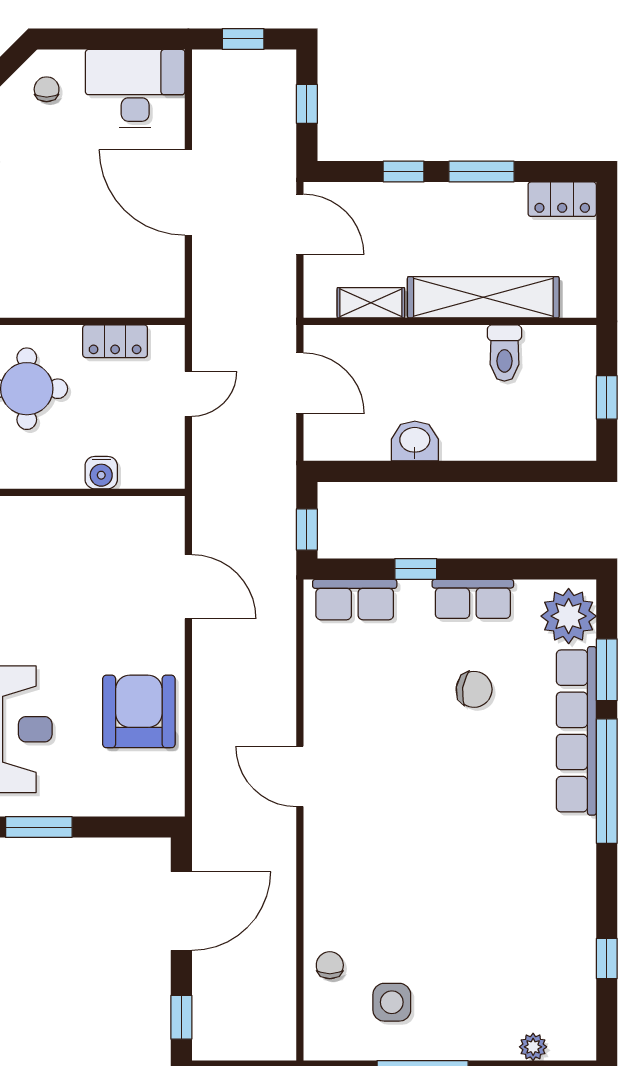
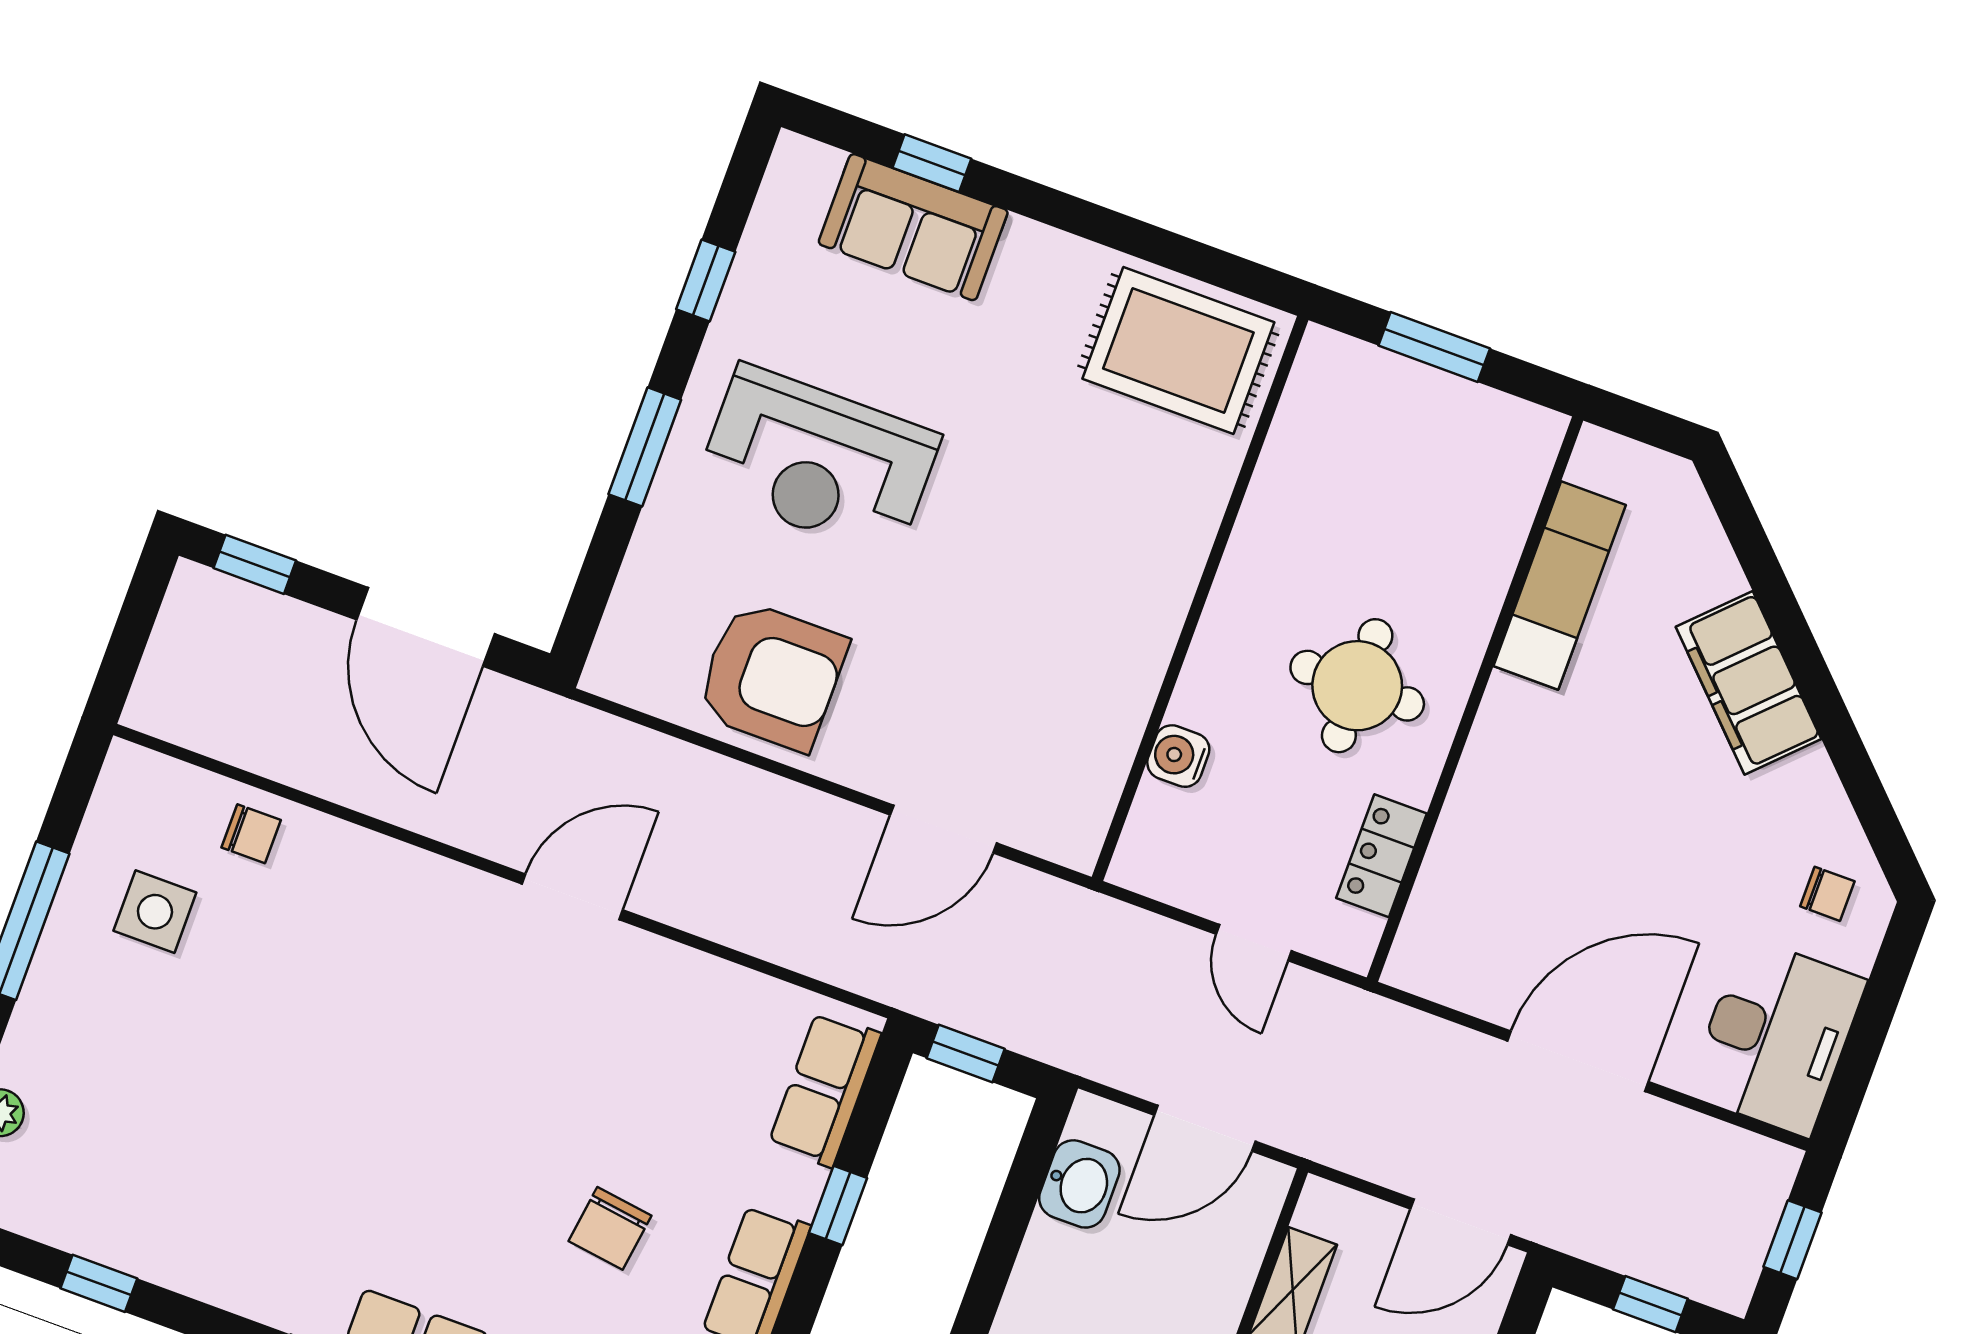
washbasin: (415, 441) -> (1079, 1184), moved

